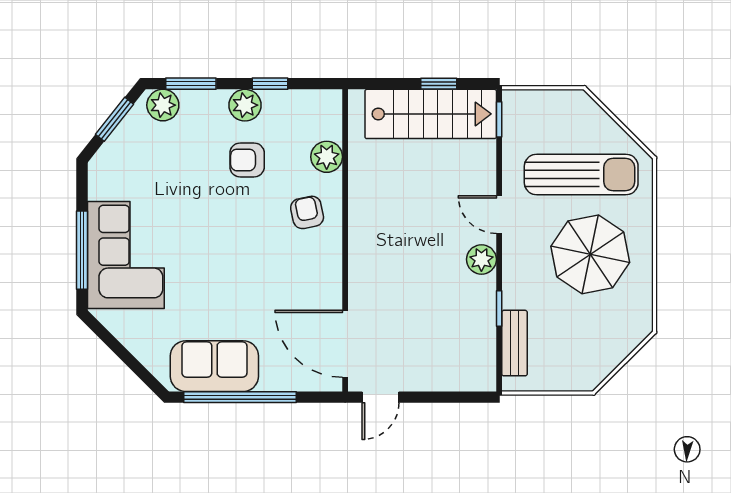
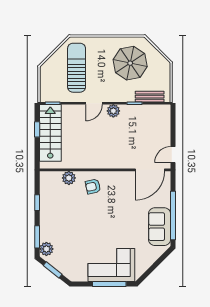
plant: (245, 105) -> (46, 213), removed
armchair: (247, 160) -> (70, 212), removed
parasol: (590, 254) -> (130, 63), moved
door: (380, 397) -> (173, 155), swing flipped

